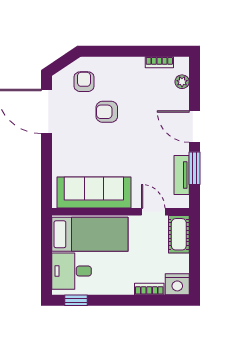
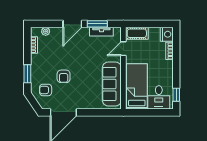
window: (111, 51) -> (27, 74), added

